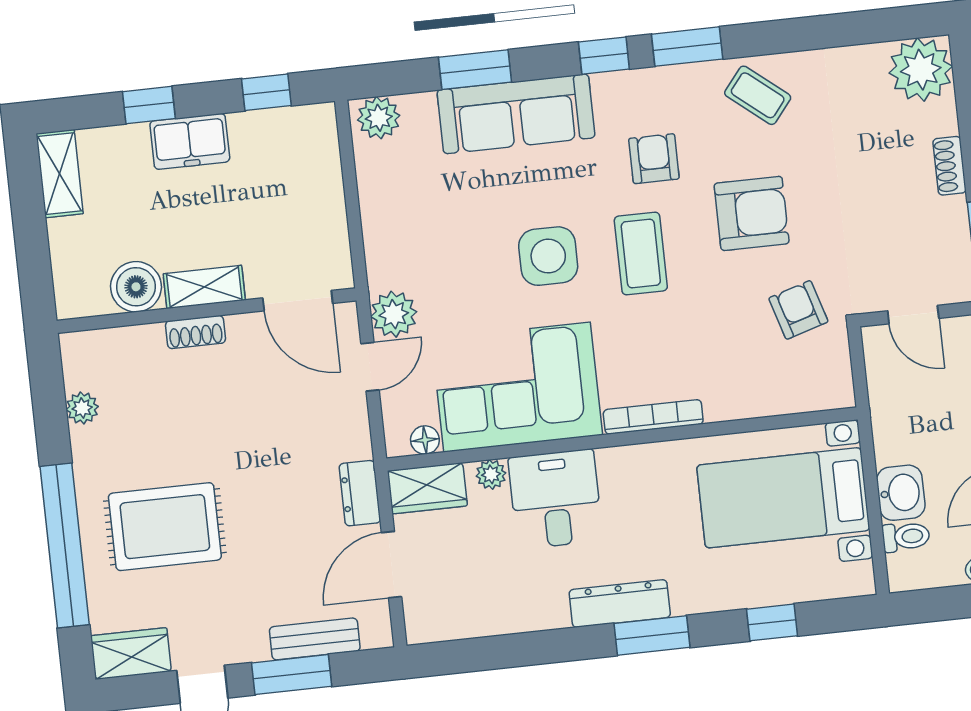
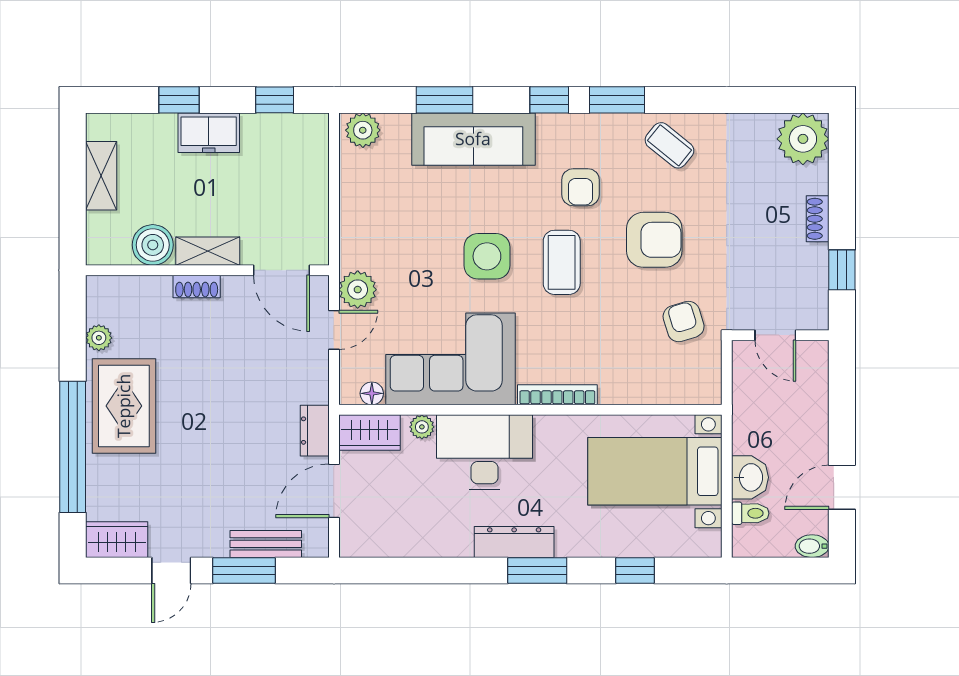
armchair: (654, 159) -> (581, 187), turned 180
shelving: (60, 174) -> (101, 176), moved
desk: (555, 499) -> (485, 452), width x1.37
rug: (165, 527) -> (124, 406), moved, turned 90

